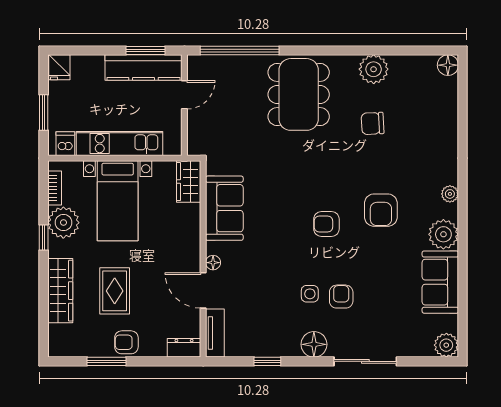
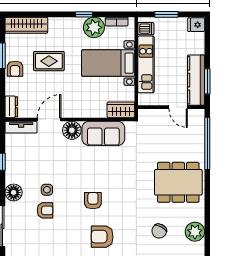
chair: (373, 123) -> (159, 231), turned -149
floor lamp: (213, 263) -> (72, 130), width x1.89, depth x1.89
wardrobe: (60, 291) -> (26, 25), moved
armchair: (126, 342) -> (15, 69), turned 180

